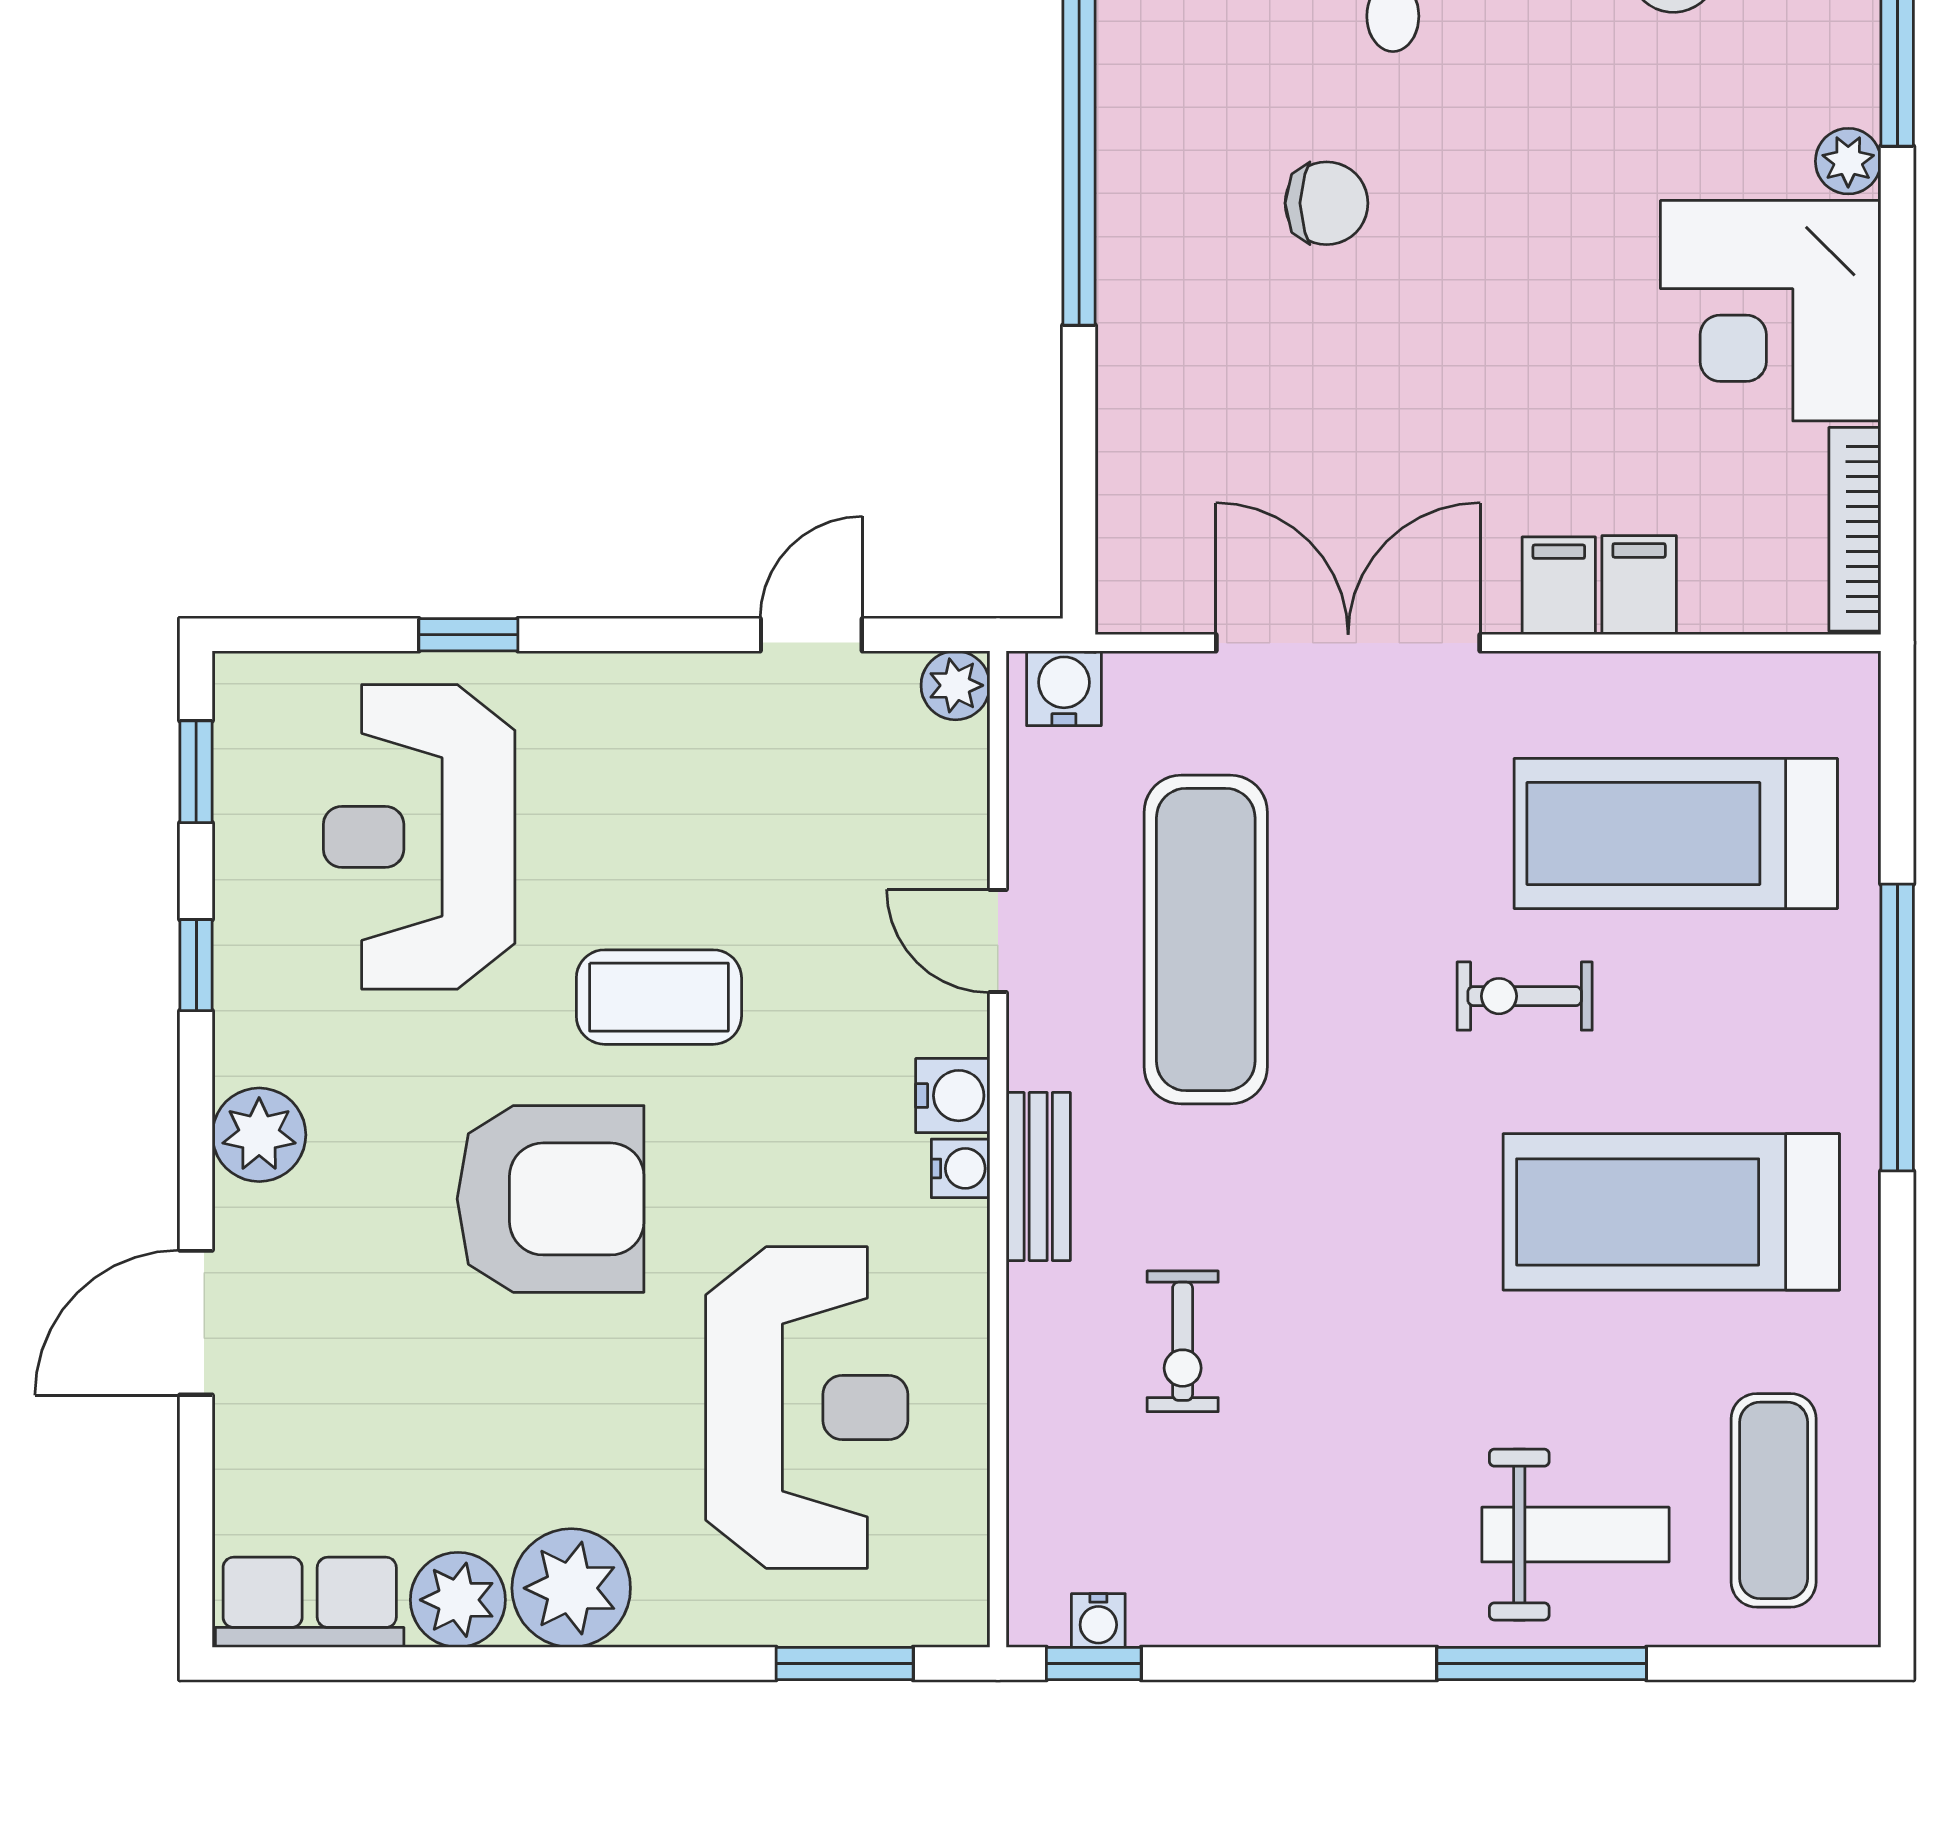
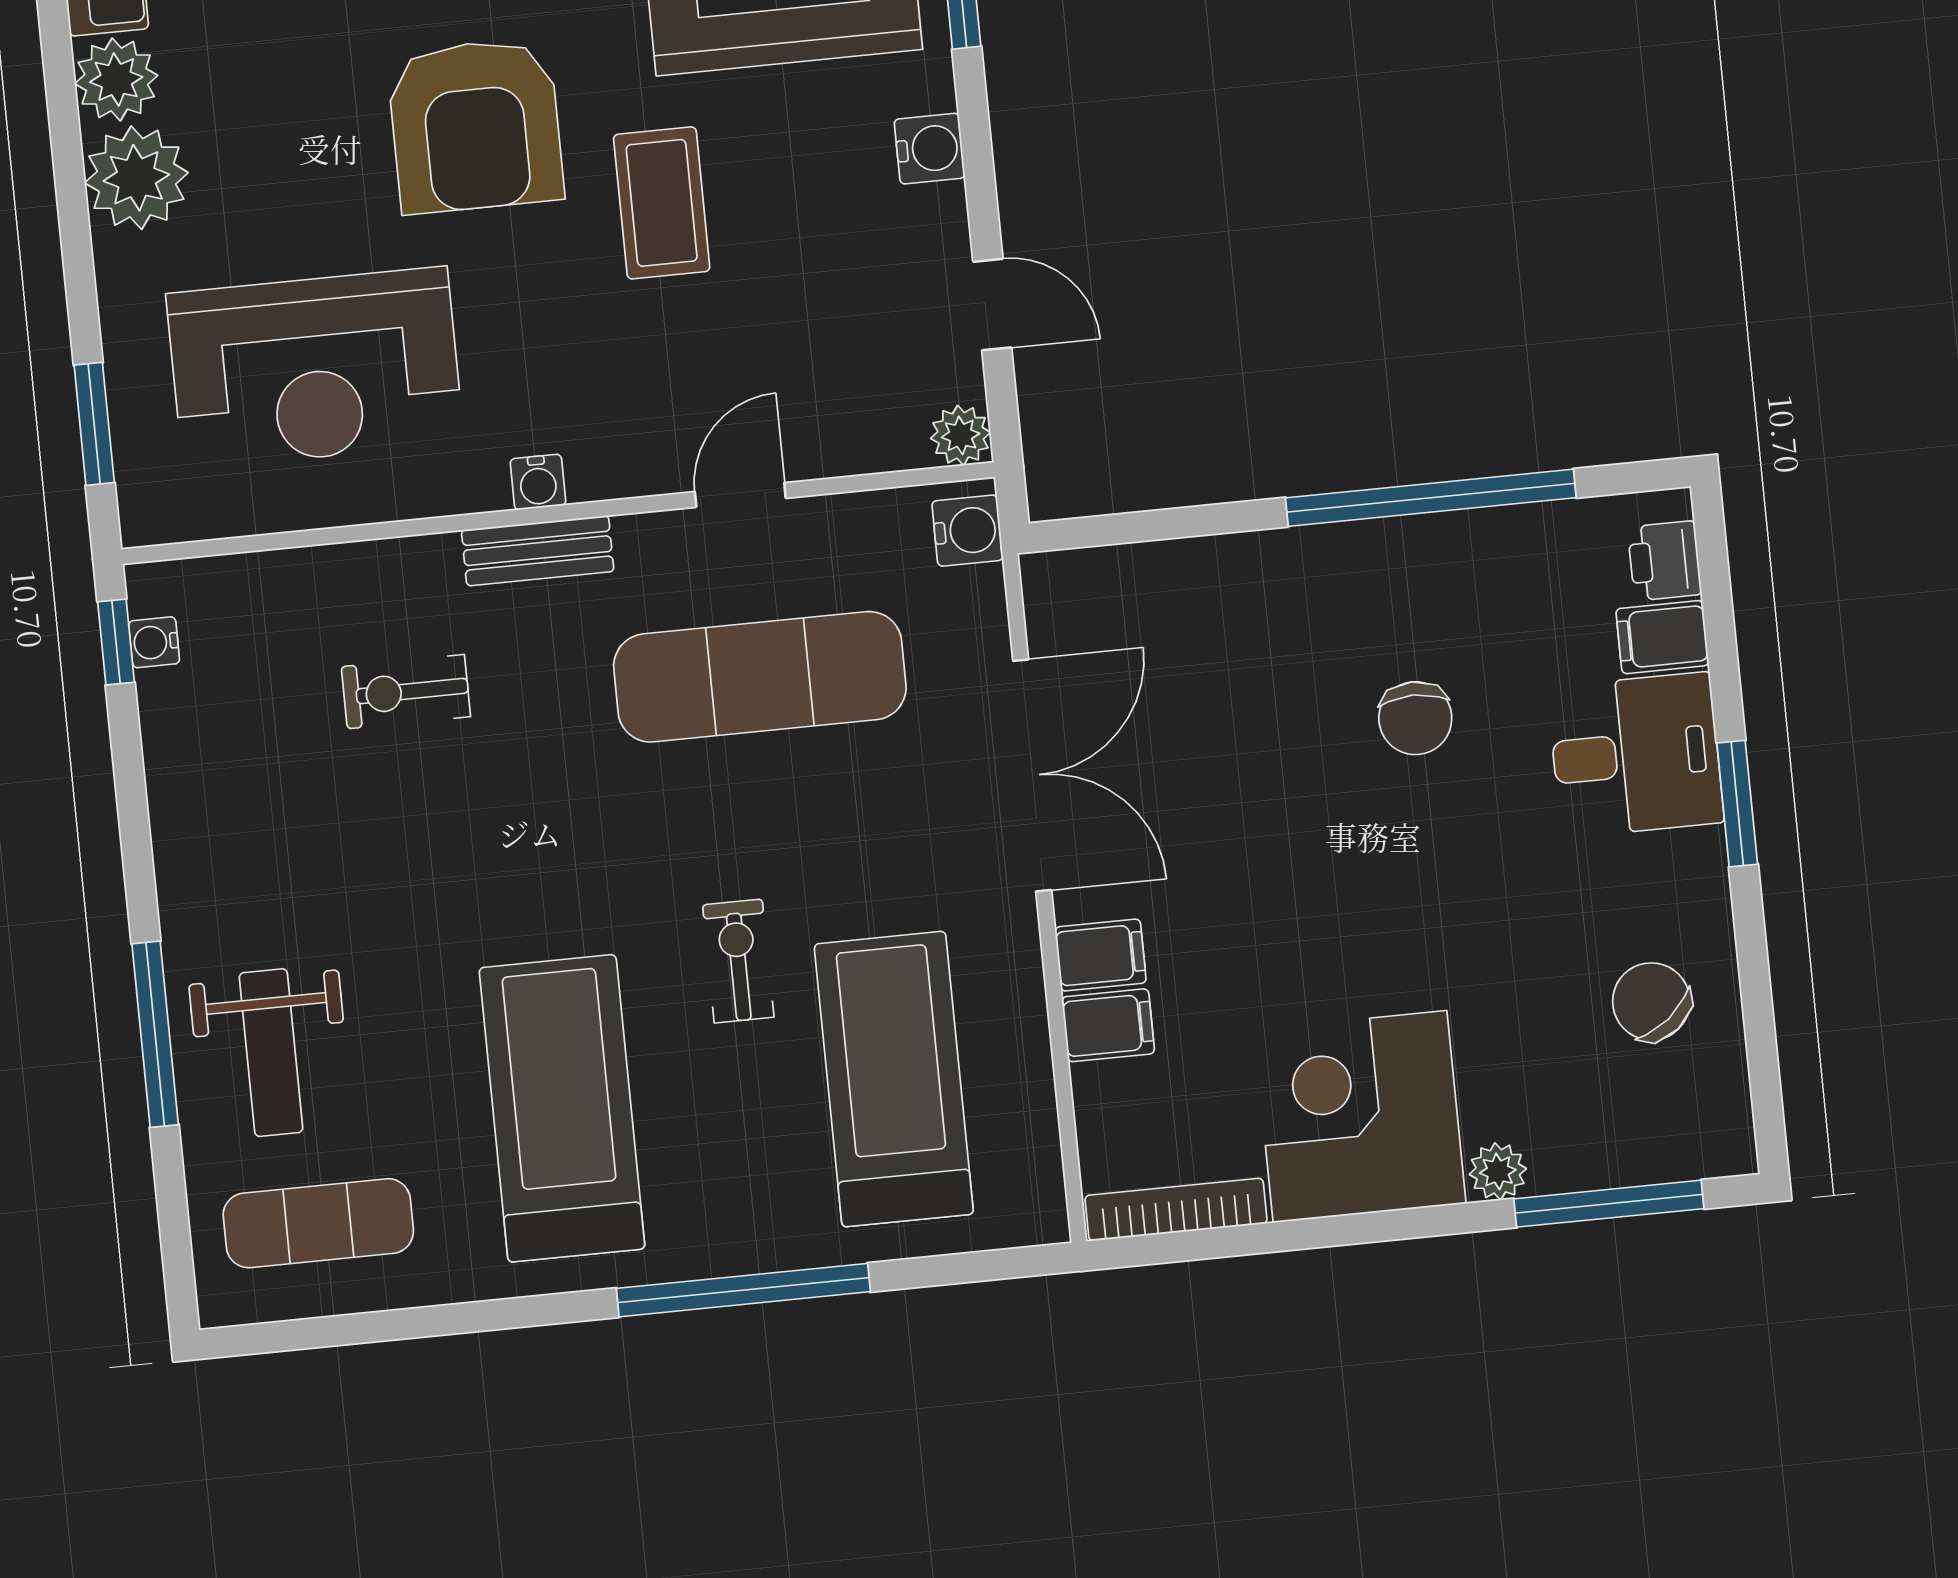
water cooler: (953, 1096) -> (930, 149), moved, turned -90

